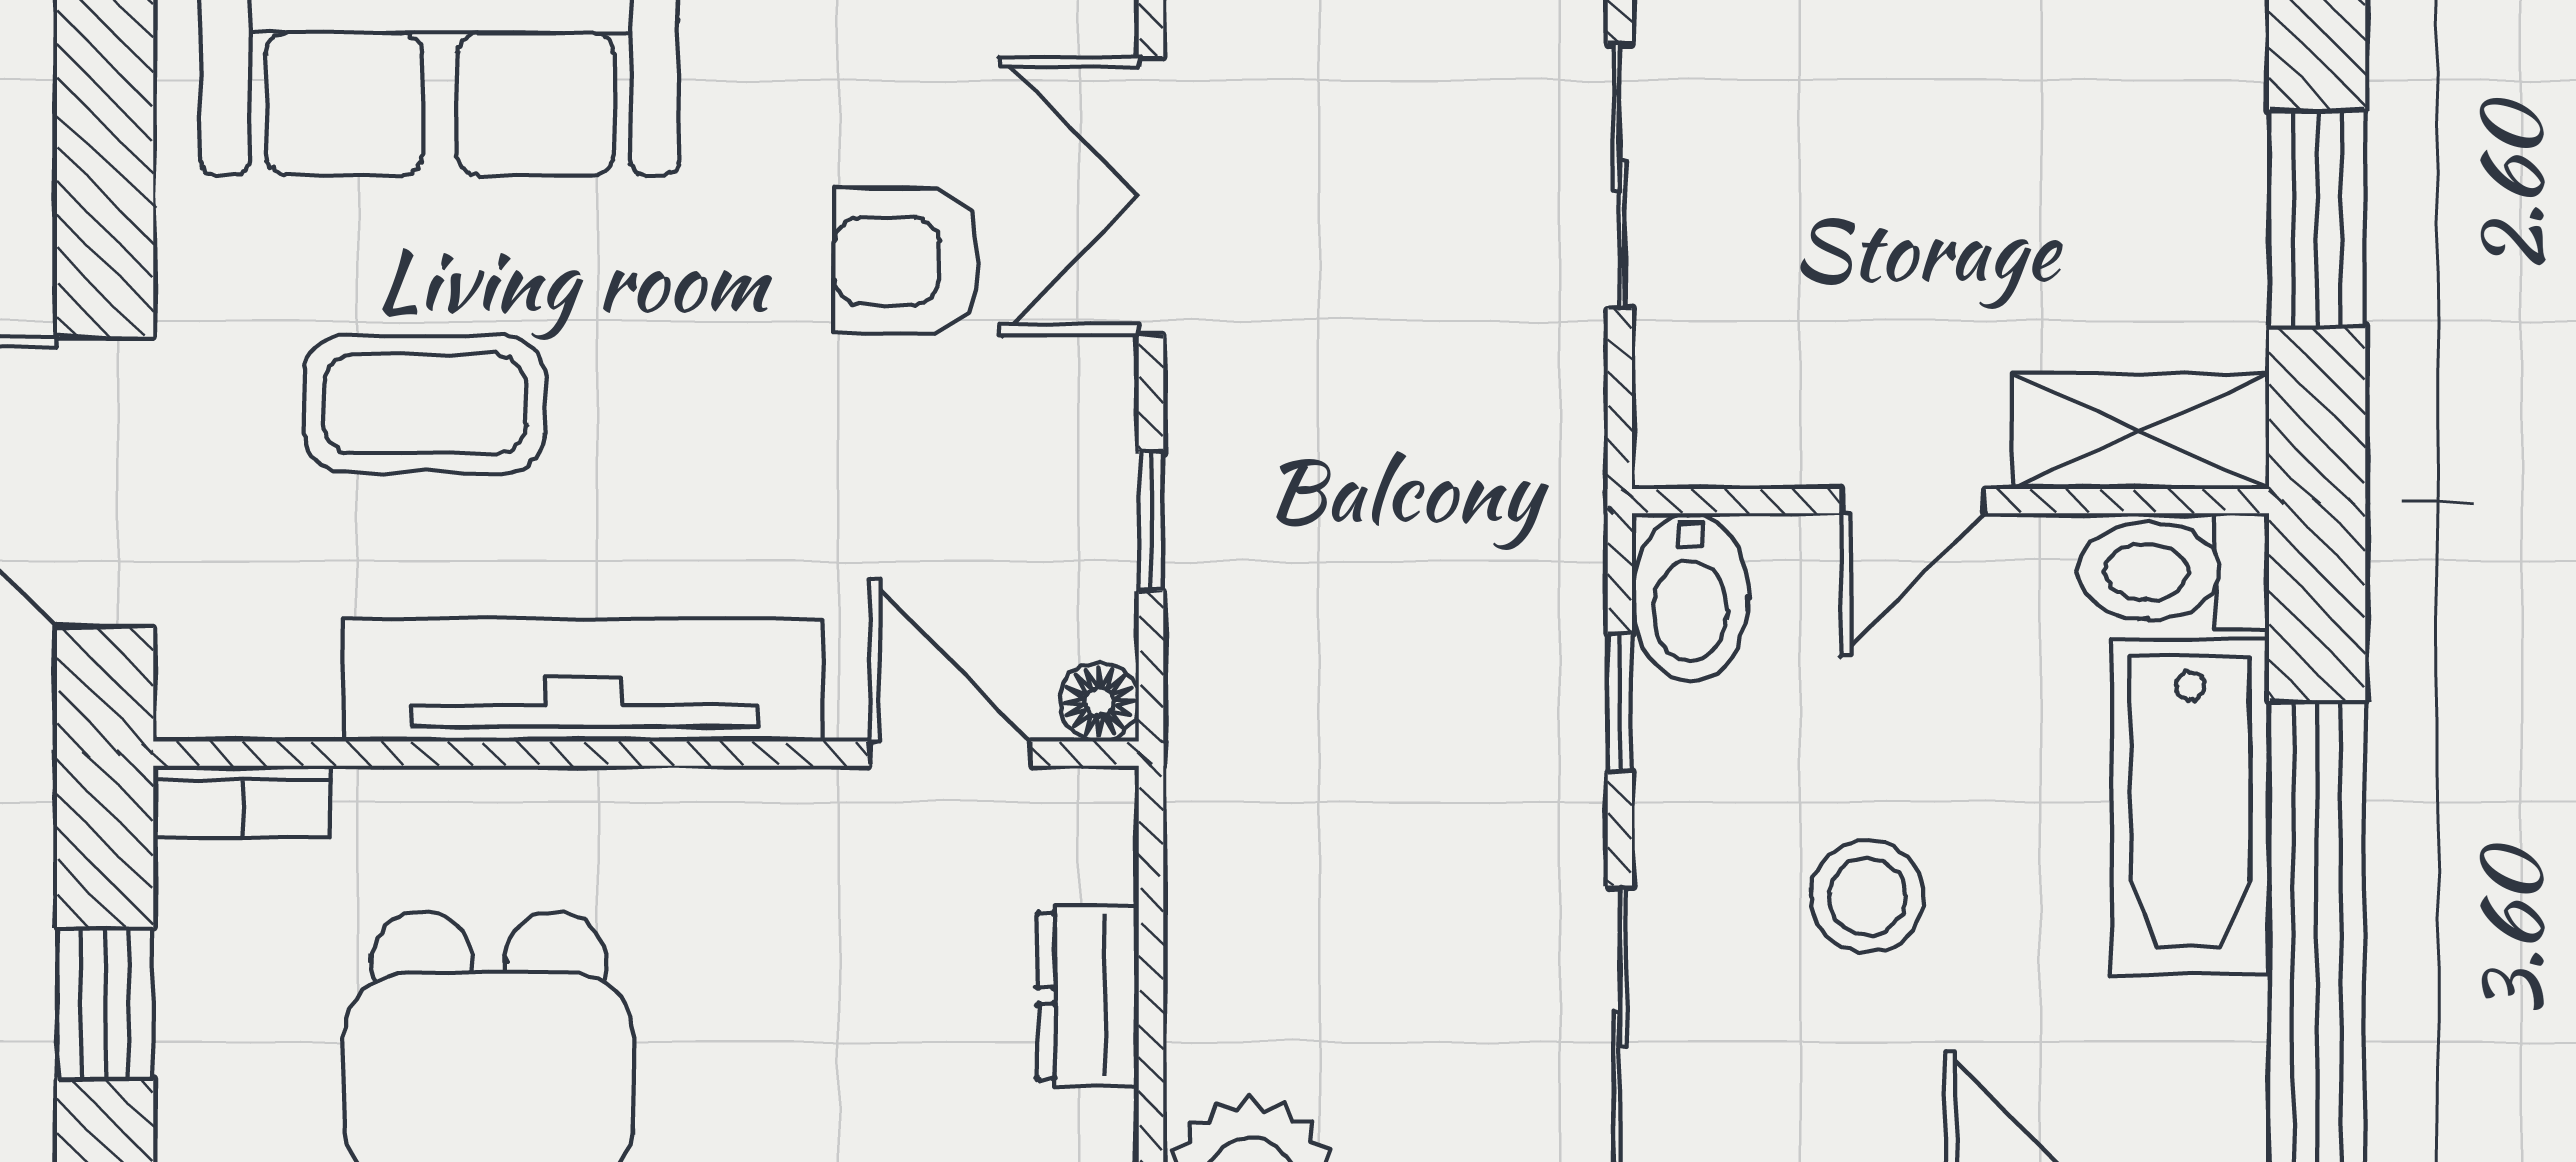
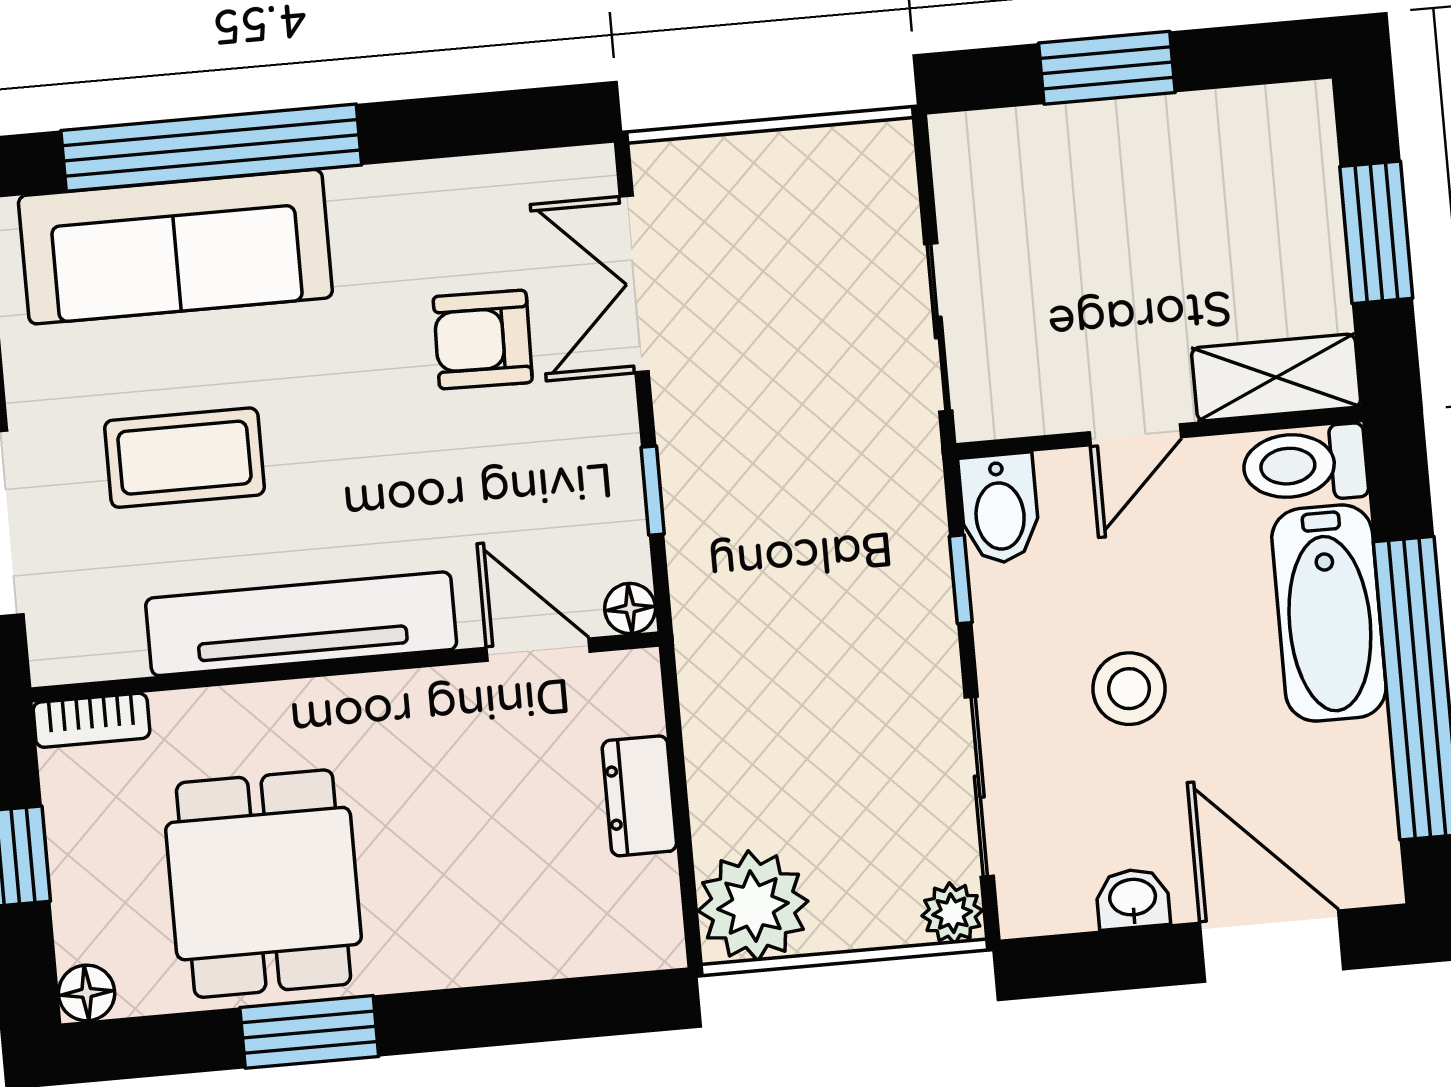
sliding door: (1620, 176) -> (938, 328), moved

